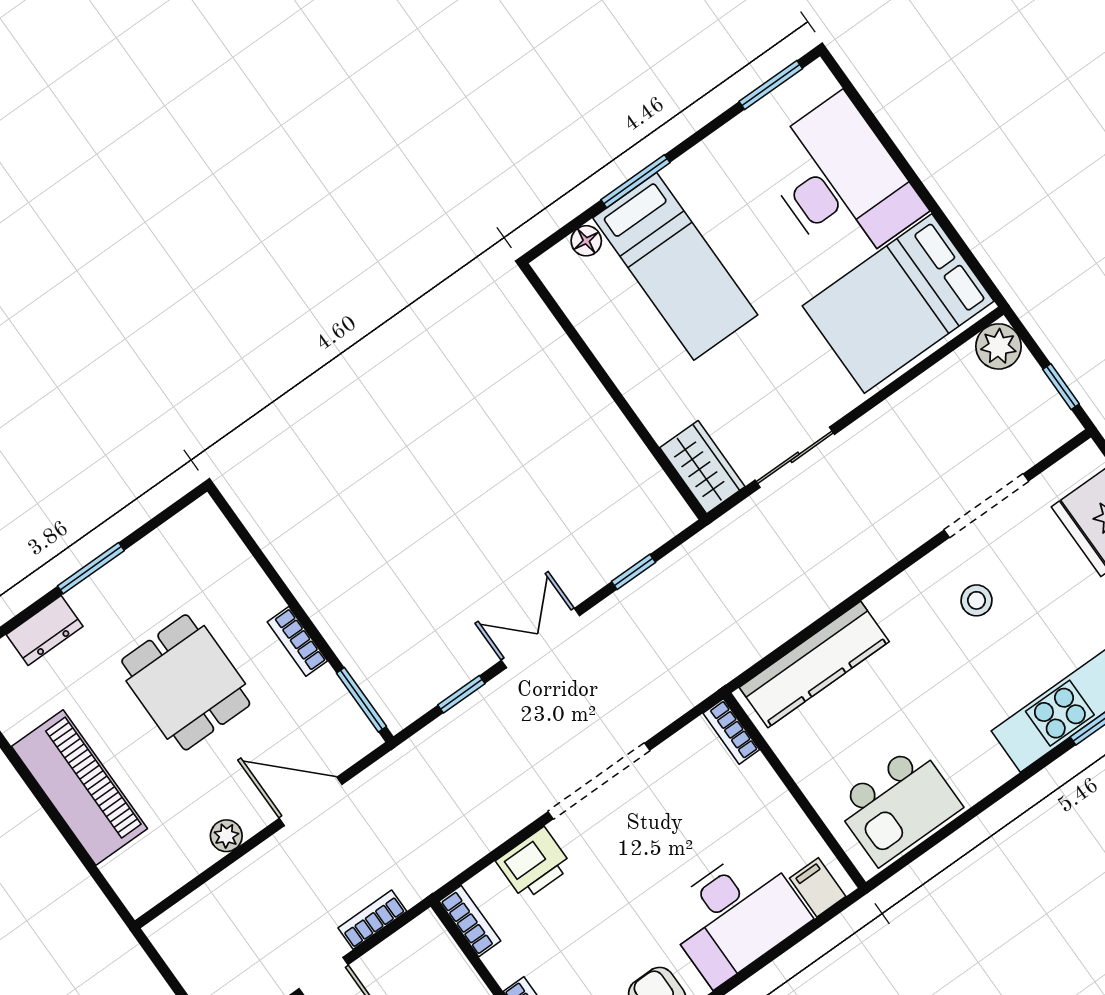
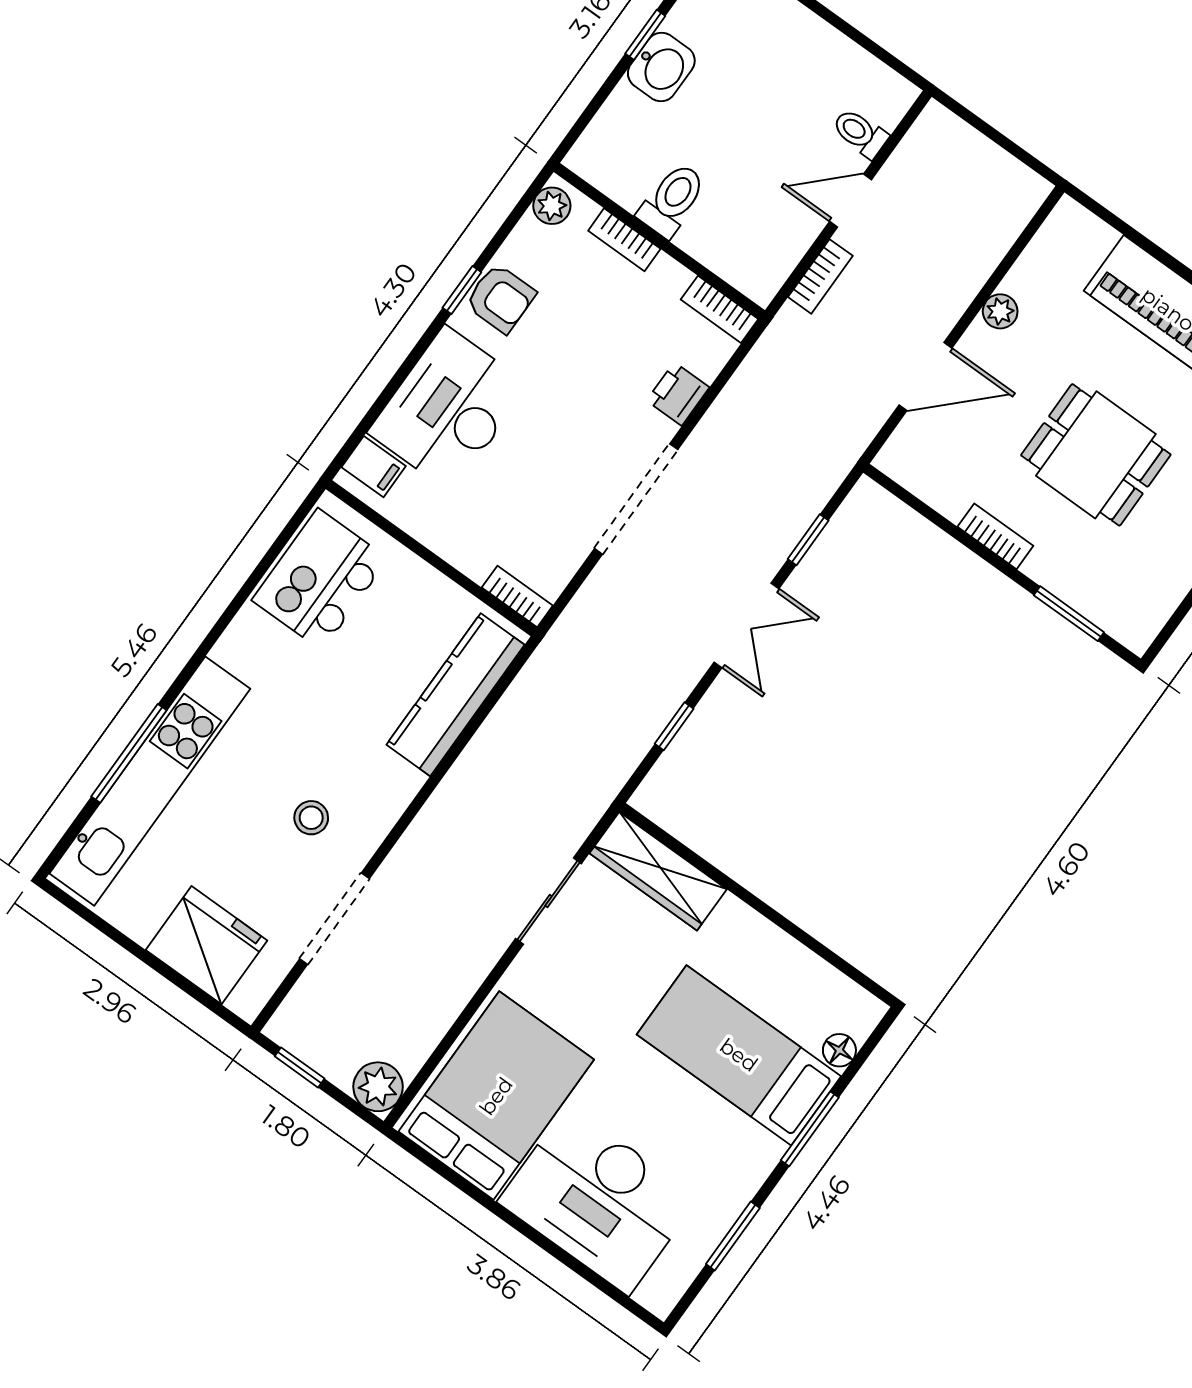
window: (771, 85) -> (733, 1236), moved
wardrobe: (702, 467) -> (658, 871), width x1.50
window: (361, 700) -> (1069, 614), moved
printer: (534, 864) -> (678, 394), width x0.73, depth x0.81

